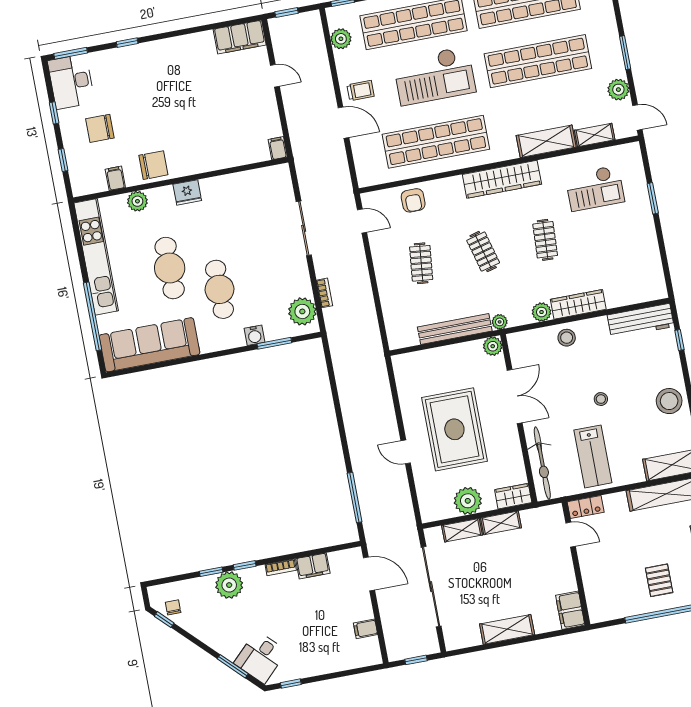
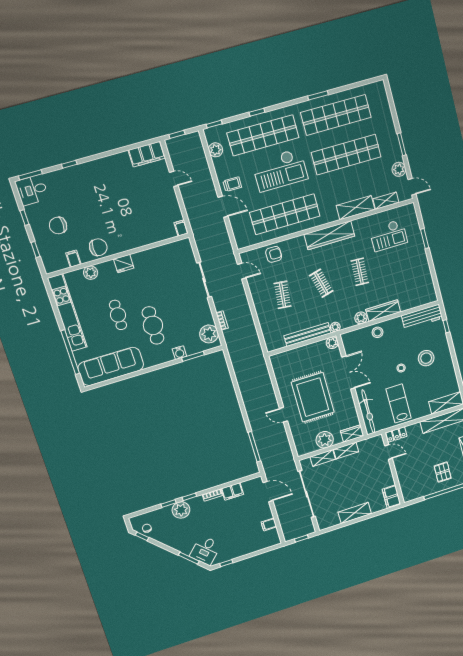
desk: (71, 82) -> (32, 190), width x0.73
armchair: (413, 200) -> (274, 254), turned -90
cafe table: (170, 268) -> (118, 315), width x0.73, depth x0.74
stool: (669, 401) -> (426, 358), moved
lab bench: (593, 456) -> (399, 404), turned 180

